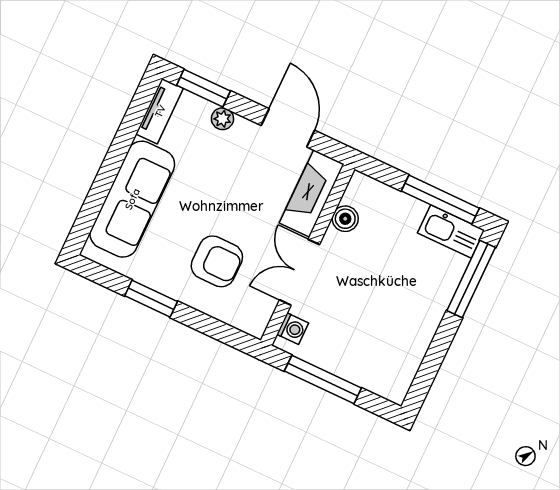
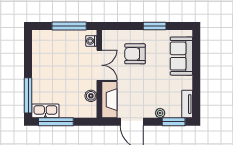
sofa: (132, 199) -> (181, 56), width x0.73

